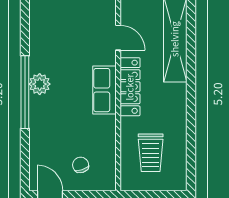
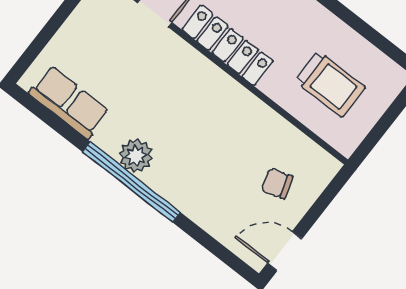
row of seats: (104, 90) -> (69, 102), moved, turned 180

